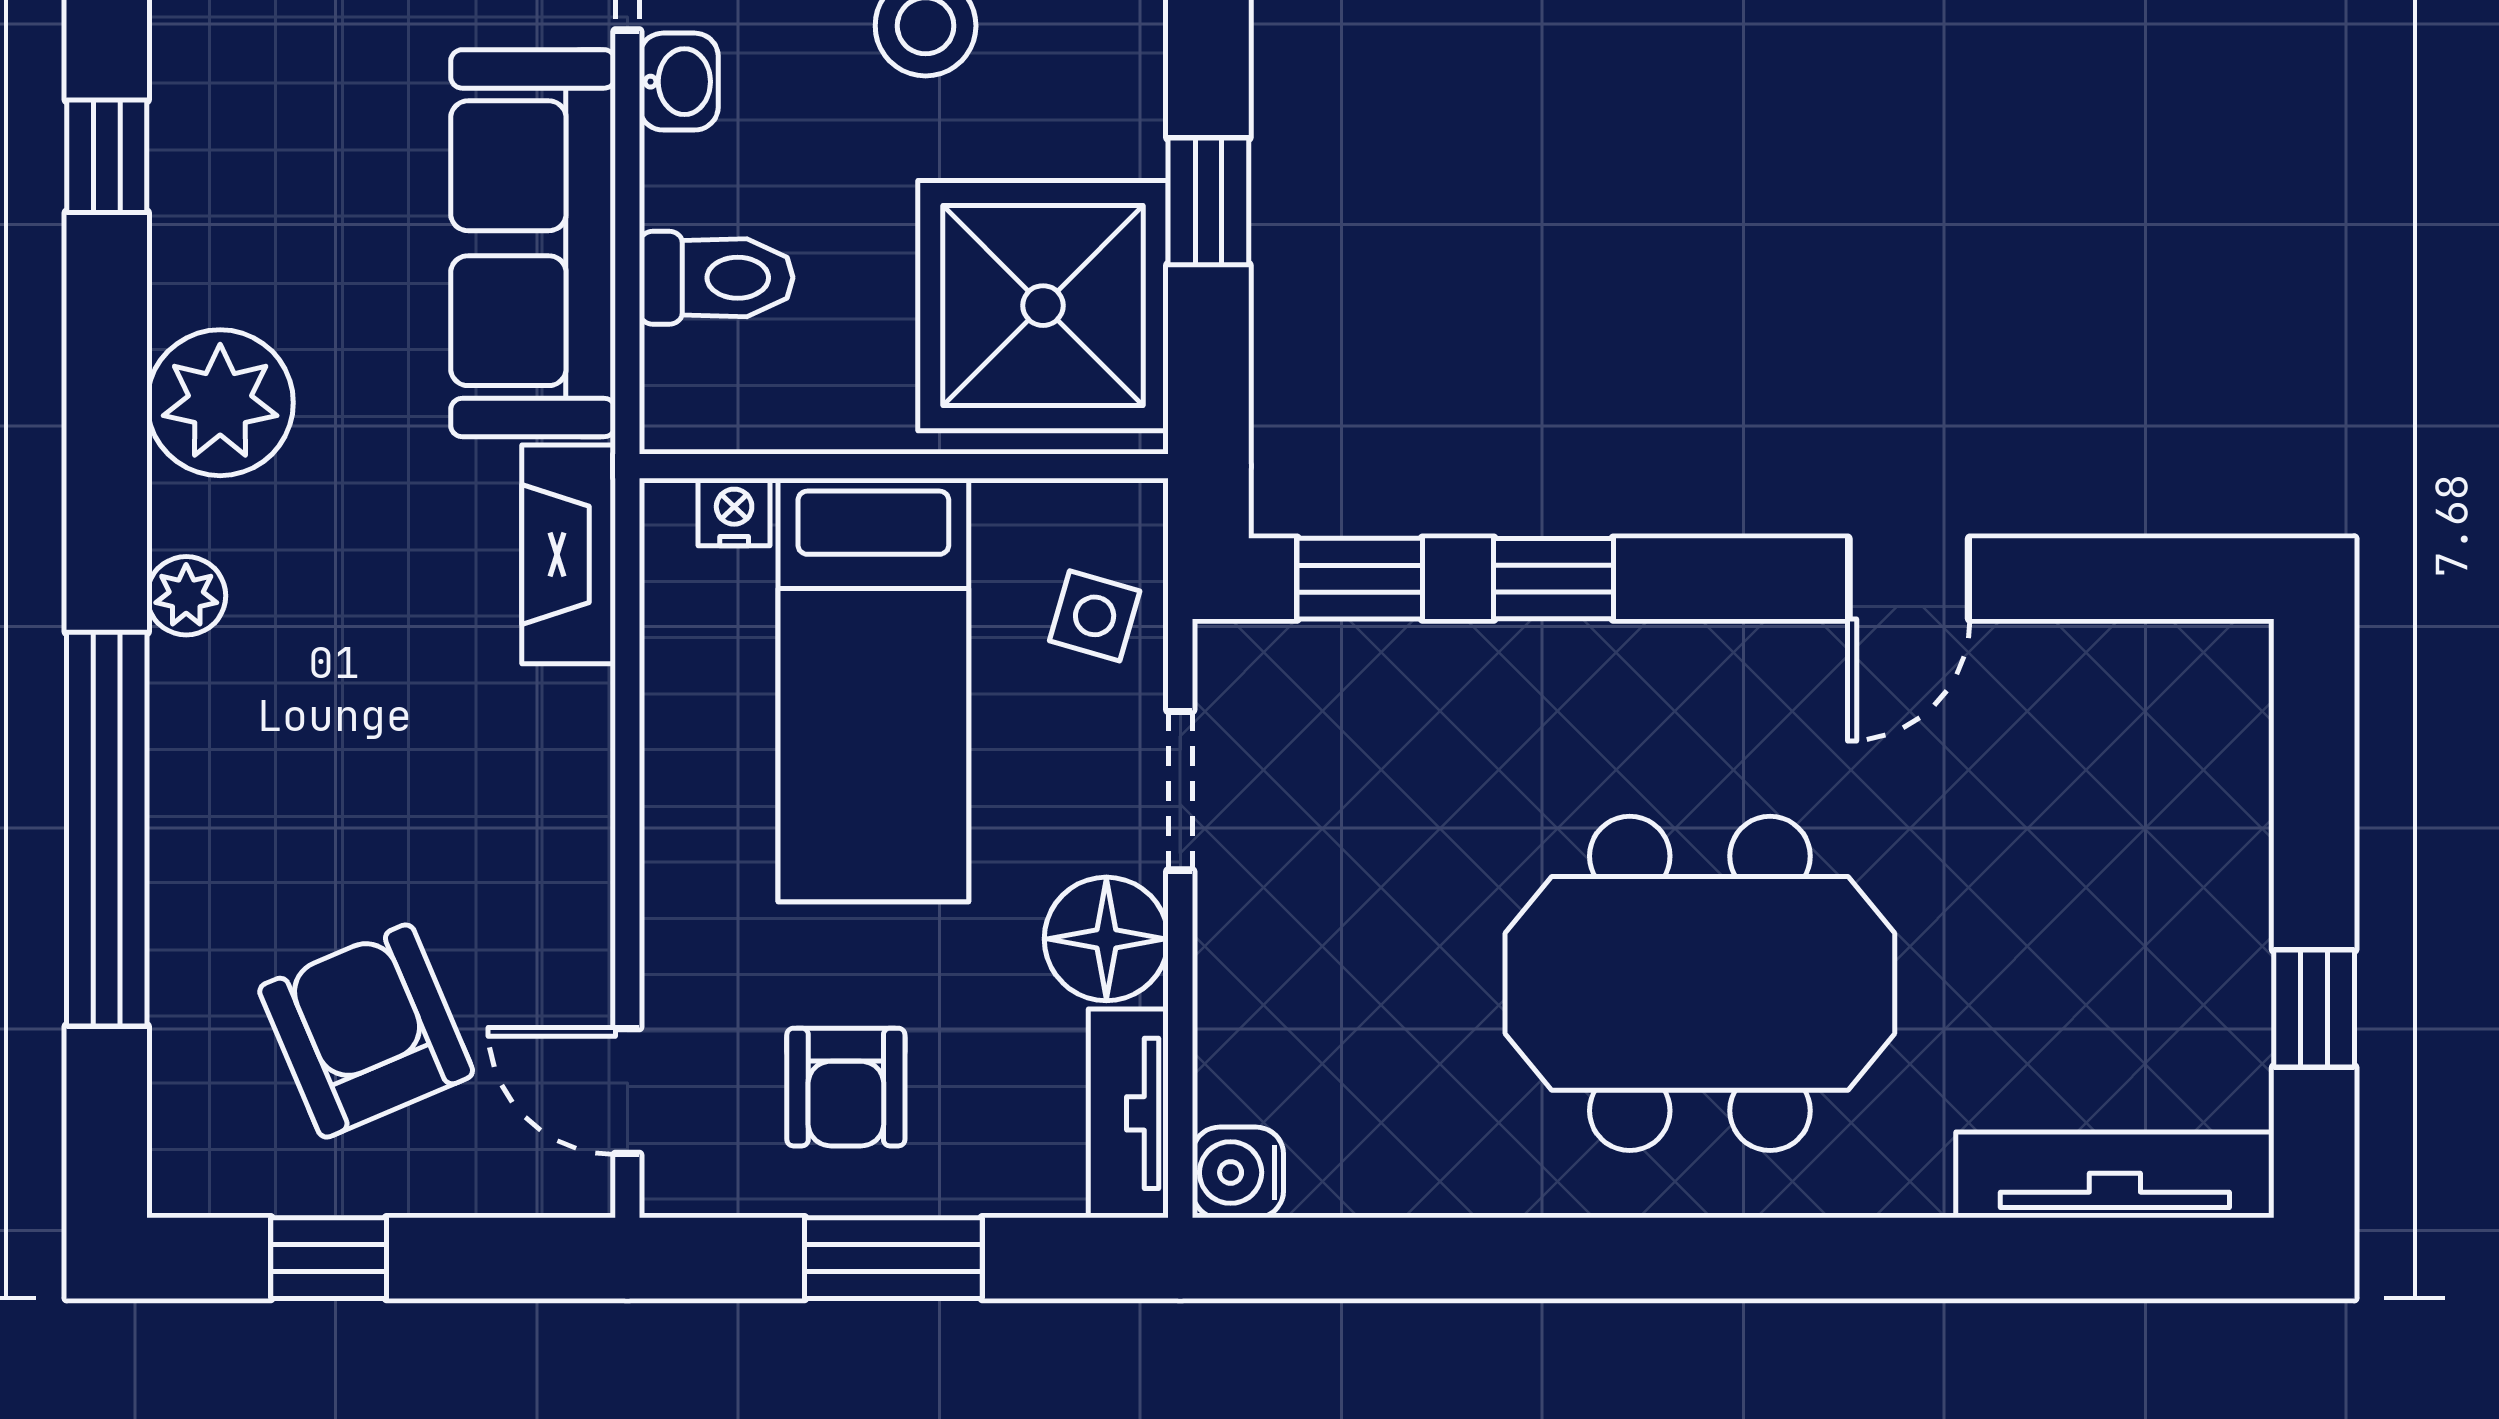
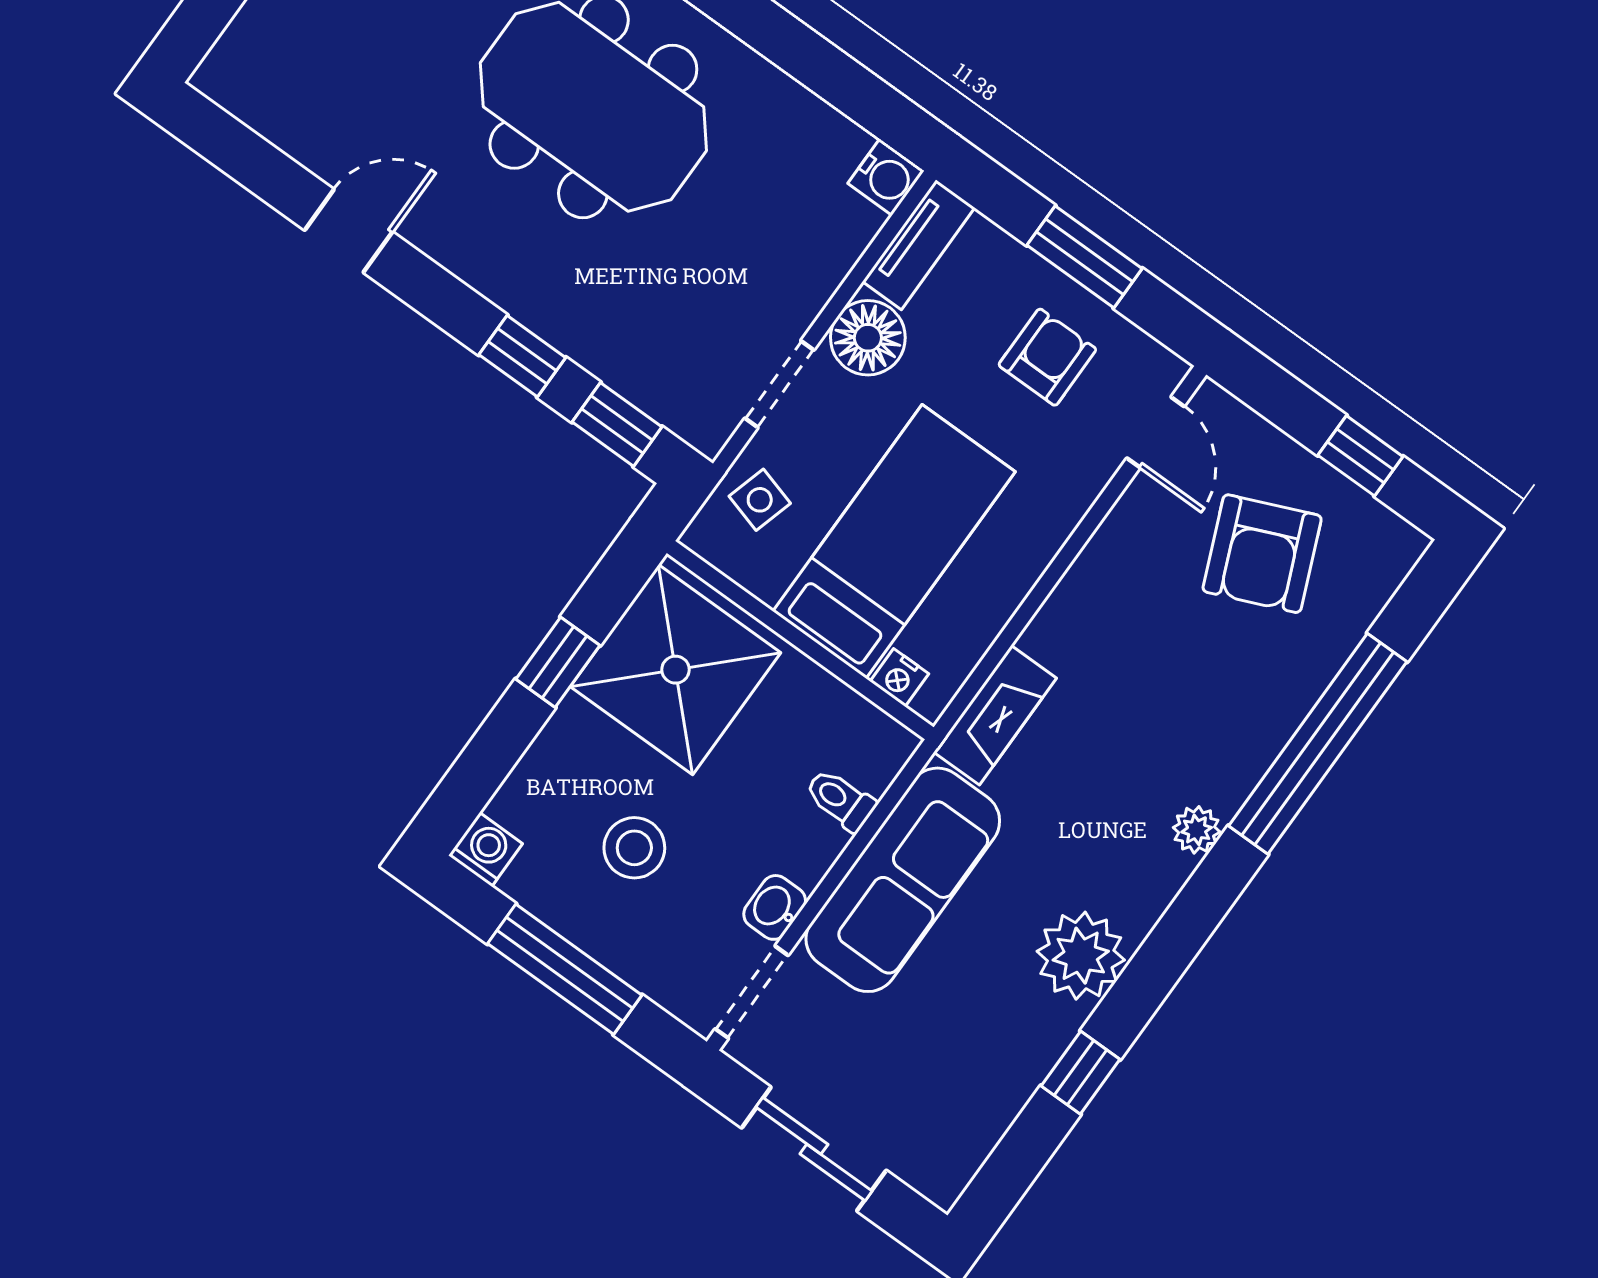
toilet: (716, 278) -> (840, 800), width x0.73, depth x0.72
plant: (220, 403) -> (1081, 956), moved

